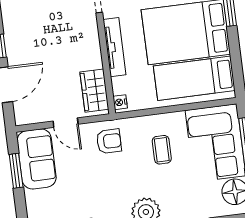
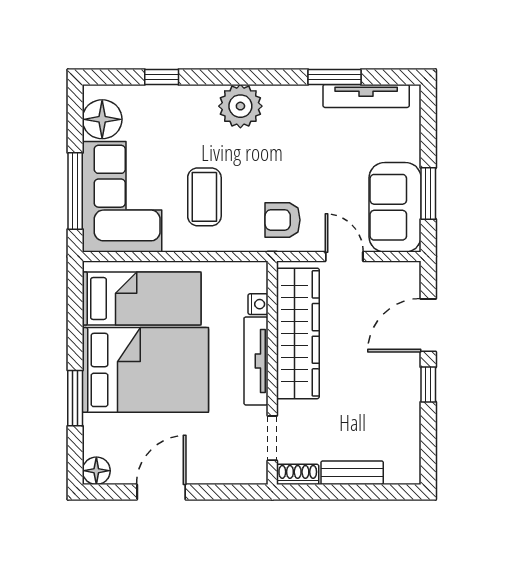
wardrobe: (94, 91) -> (298, 333), width x2.10, depth x1.17
nightstand: (120, 102) -> (258, 304), moved
coffee table: (162, 150) -> (204, 197), width x1.36, depth x1.30

